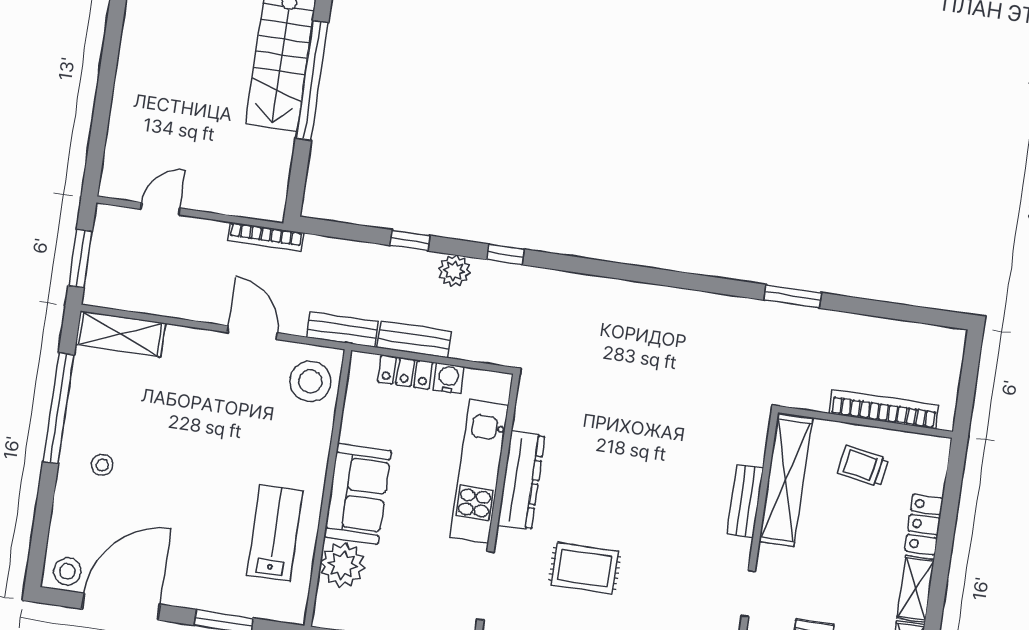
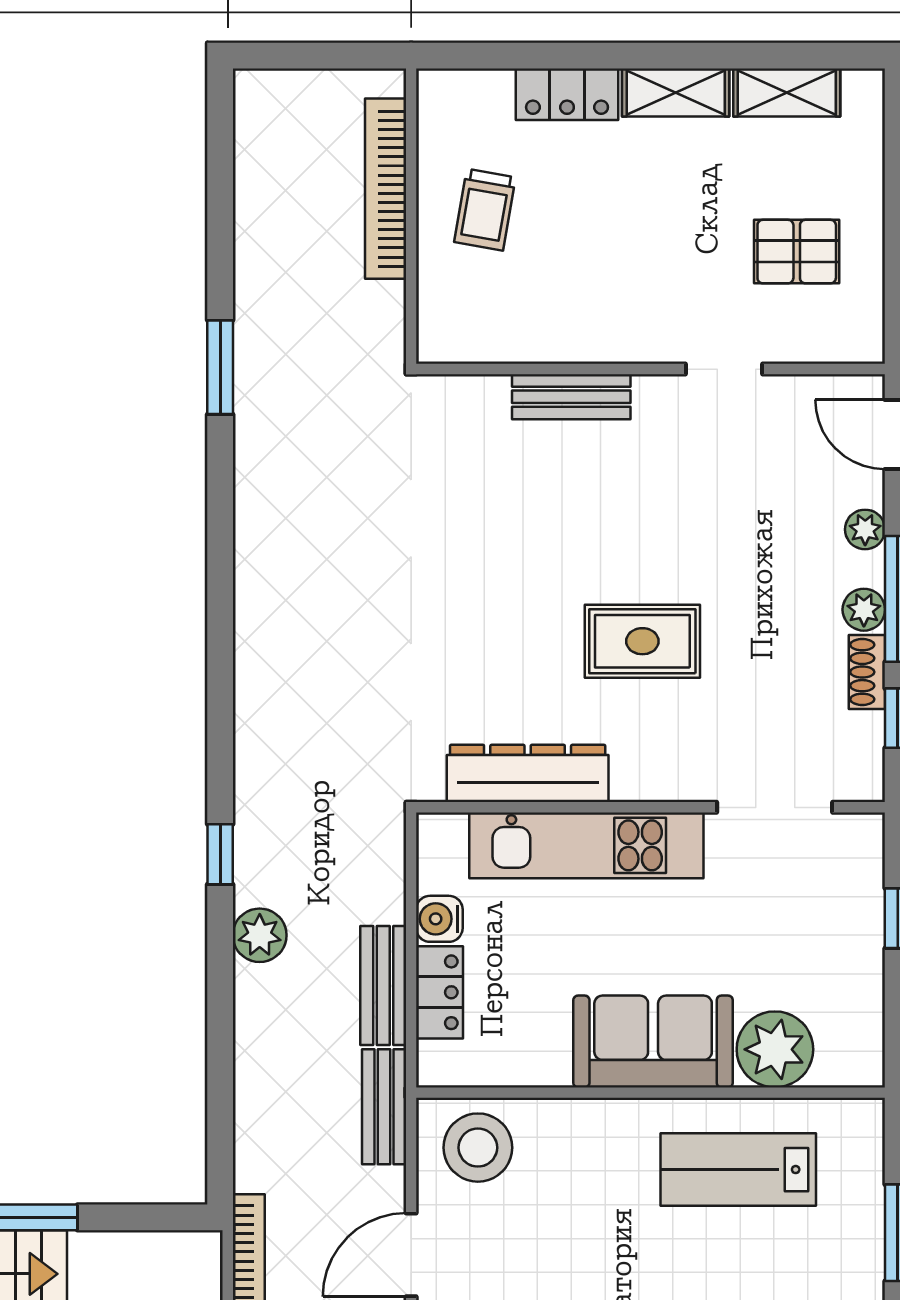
window: (410, 240) -> (220, 1016), removed
dresser: (521, 480) -> (528, 773), moved
shelving: (786, 480) -> (527, 334), removed
rug: (585, 568) -> (642, 641), moved, turned 90

